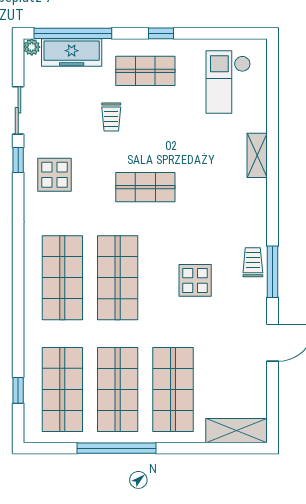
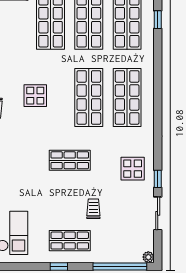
freezer: (72, 53) -> (121, 253), removed

